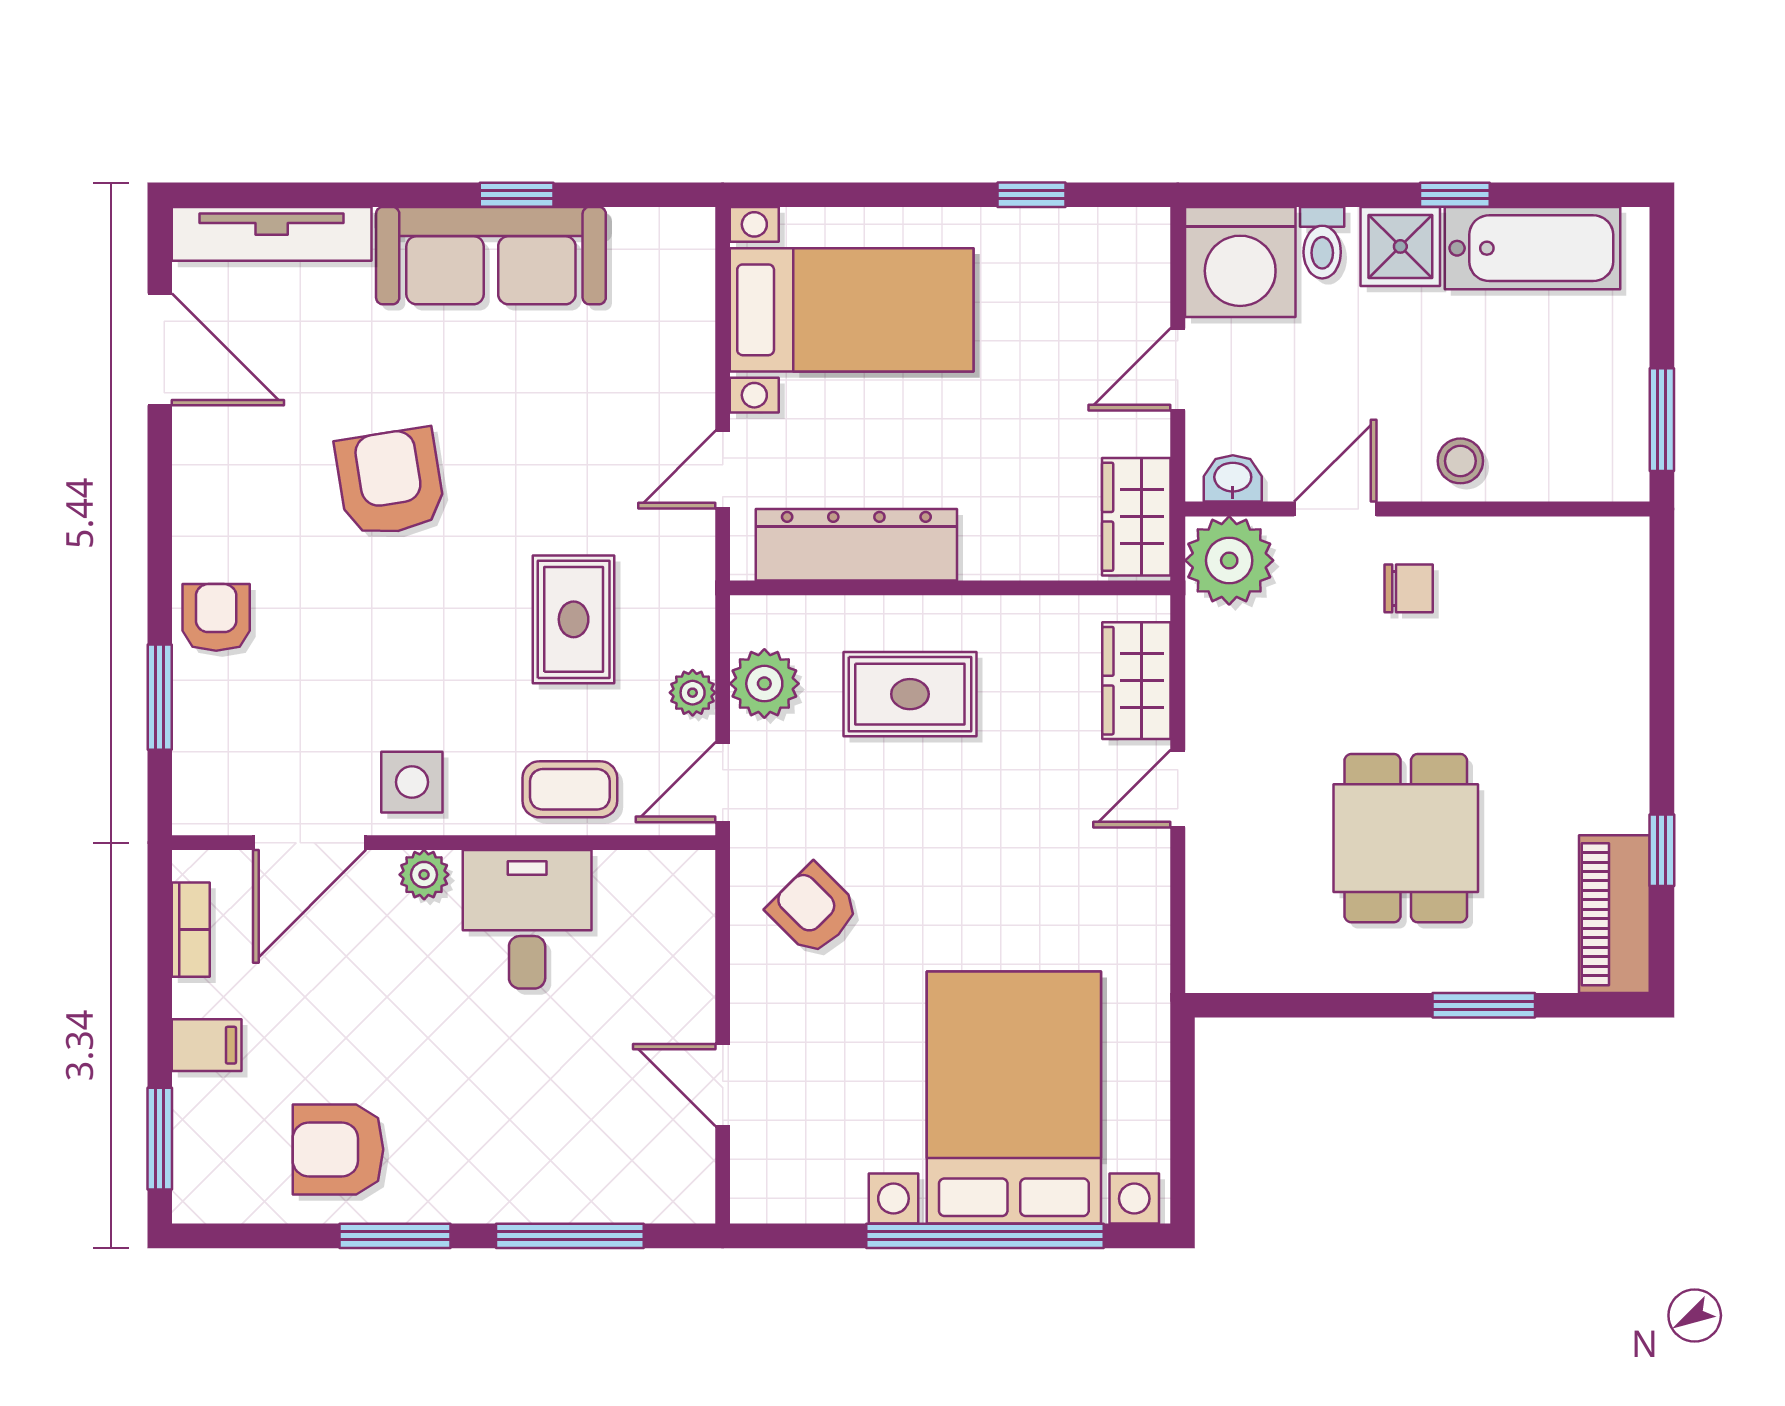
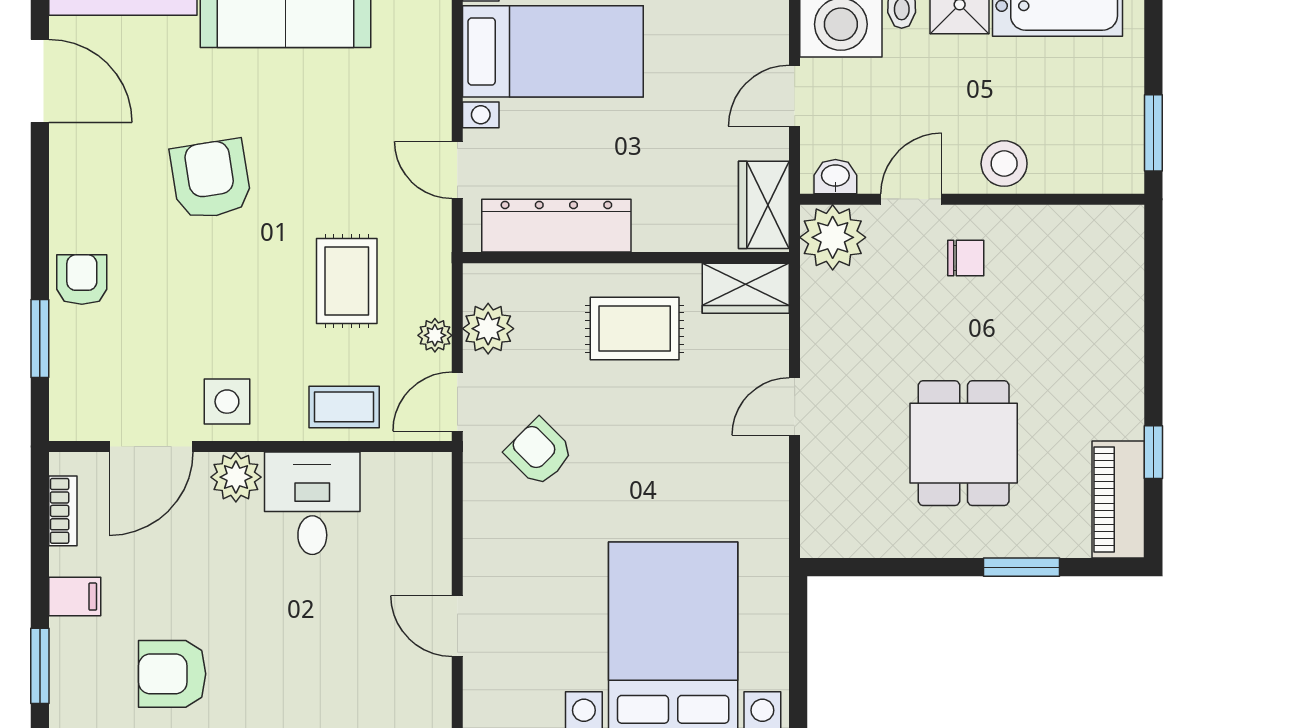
stool: (1460, 461) -> (1004, 164), width x1.37, depth x1.37
door: (723, 470) -> (457, 170), hinge flipped
wardrobe: (1136, 681) -> (746, 288), moved, turned -90
rug: (910, 694) -> (635, 329), moved
plant: (424, 875) -> (236, 477), width x1.38, depth x1.38
armchair: (813, 910) -> (539, 452), moved

